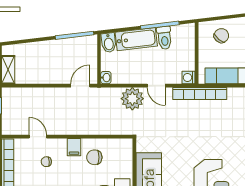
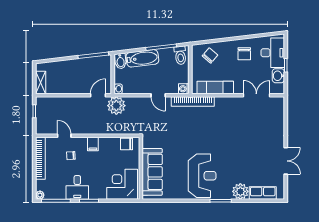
toilet: (164, 38) -> (180, 55), moved
plant: (132, 99) -> (116, 106), moved
chair: (94, 157) -> (127, 144), moved

